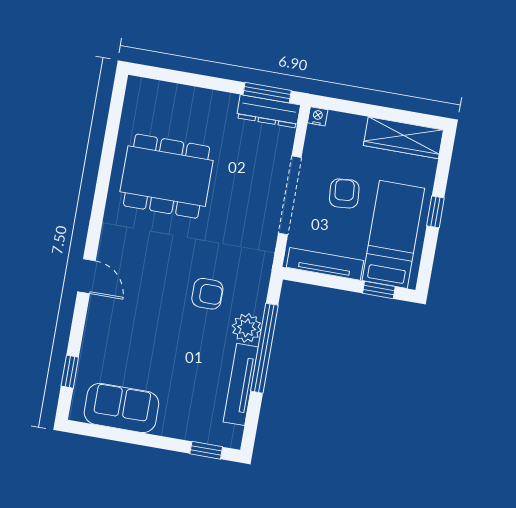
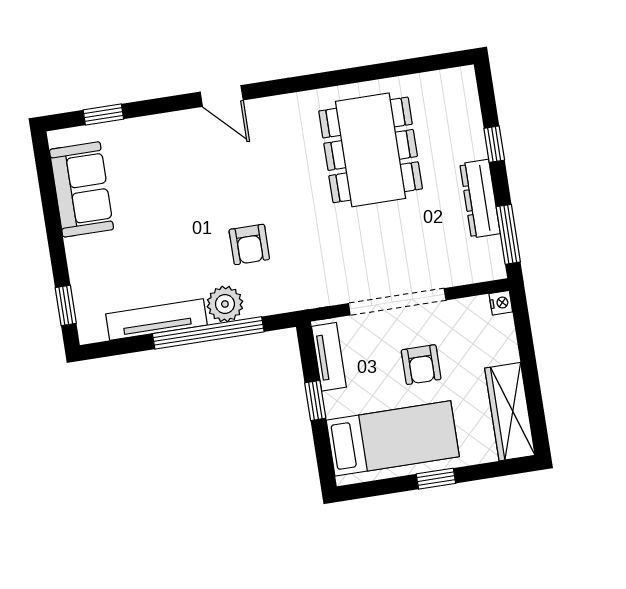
window: (194, 80) -> (494, 144), added
dresser: (268, 111) -> (480, 199), moved
armchair: (344, 193) -> (421, 365), turned 95
tv unit: (325, 264) -> (329, 357), width x0.71
door: (86, 276) -> (222, 96), hinge flipped
window: (379, 290) -> (315, 401), moved

